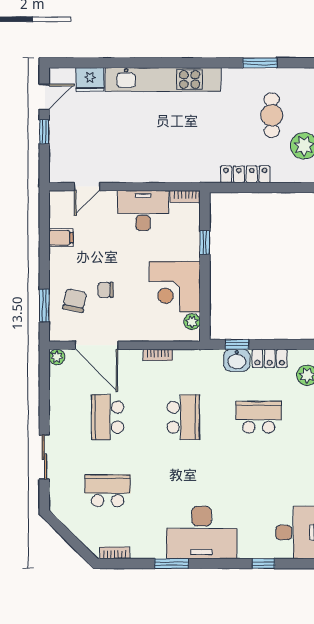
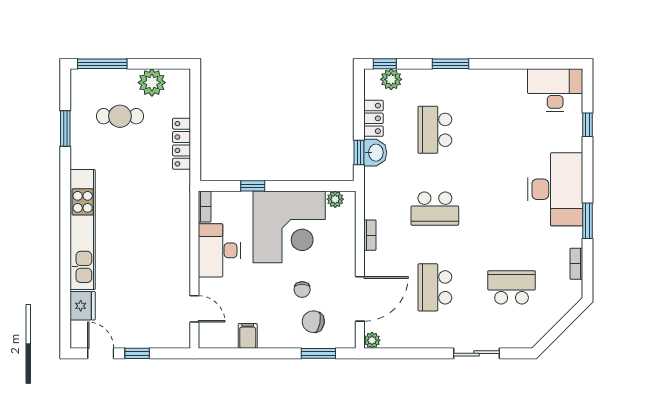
corner desk: (175, 287) -> (289, 227), width x1.36, depth x1.36
school desk: (108, 417) -> (435, 287), turned 90
school desk: (183, 417) -> (435, 209), turned 180
school desk: (108, 491) -> (512, 287), turned 90
bookcase: (115, 553) -> (576, 264), moved

